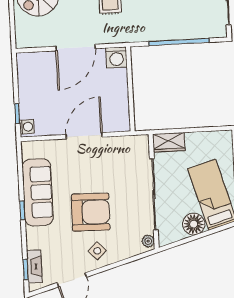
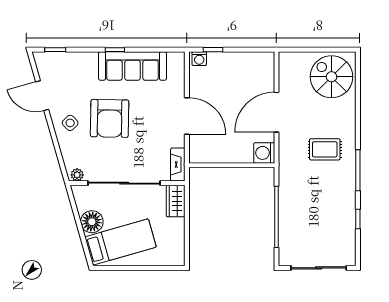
door: (76, 48) -> (276, 112), hinge flipped
fireplace: (34, 266) -> (178, 165), moved, turned 90

